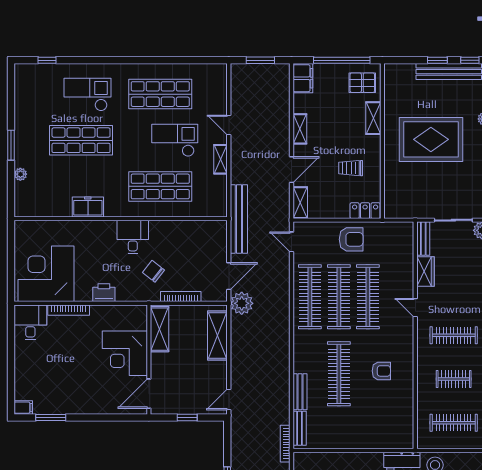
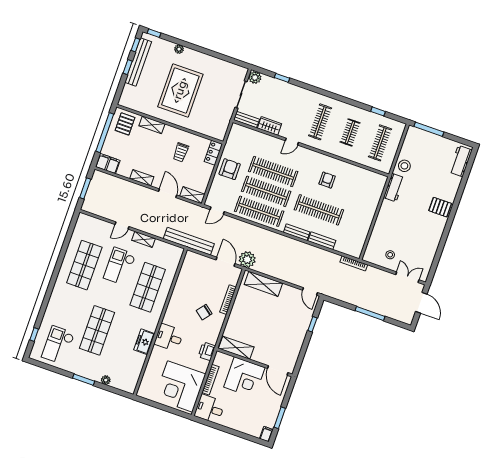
checkout: (87, 95) -> (58, 345), moved
desk: (133, 237) -> (169, 337), moved
shelving: (160, 329) -> (236, 348), moved
corner desk: (125, 353) -> (244, 377), moved
wall: (149, 360) -> (255, 362), moved
door: (149, 394) -> (278, 370), moved
bench: (300, 428) -> (297, 232), moved

